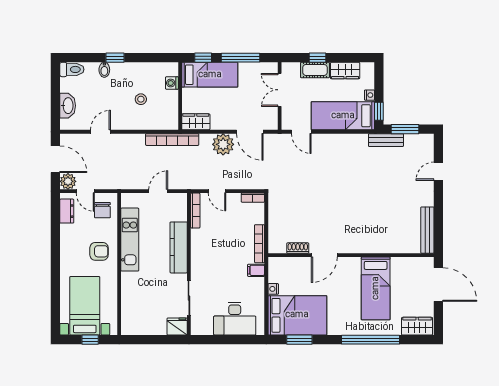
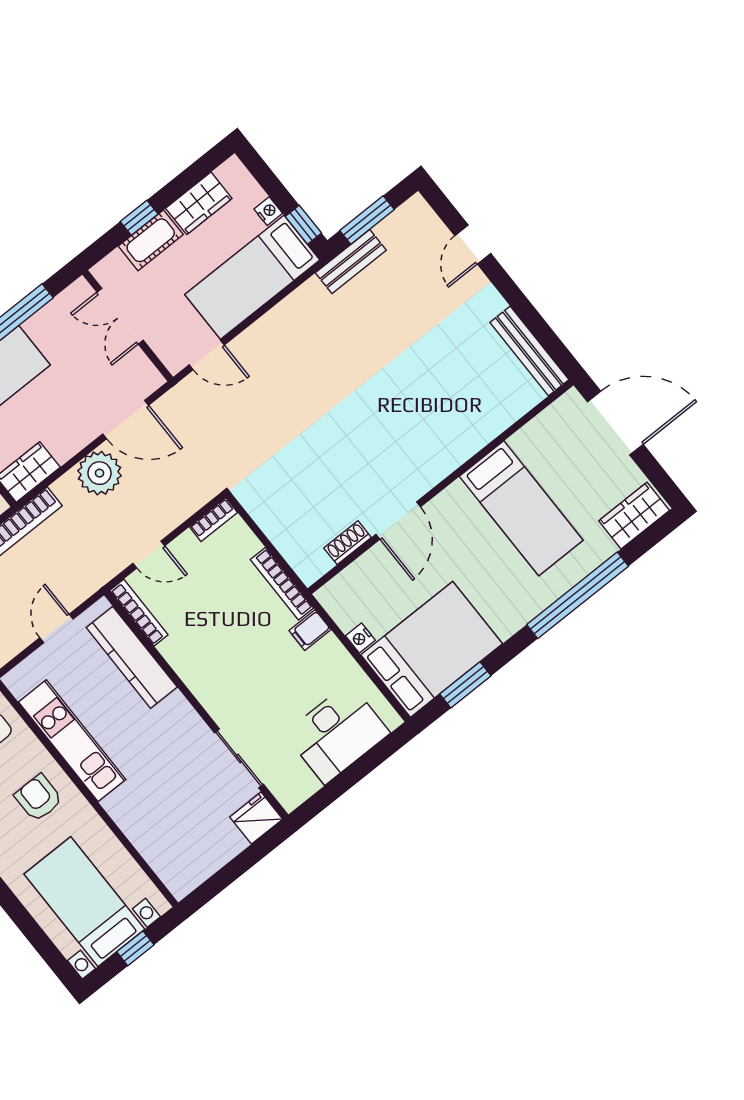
kitchen counter: (179, 247) -> (132, 657), moved
armchair: (99, 251) -> (38, 798), turned -90

